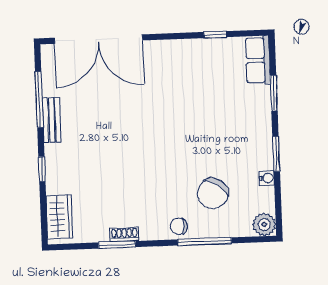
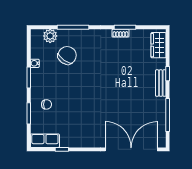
row of seats: (258, 60) -> (45, 141), moved, turned -90
bench: (52, 120) -> (161, 83), moved
plant: (264, 225) -> (50, 36), moved
chair: (179, 226) -> (47, 104), moved

